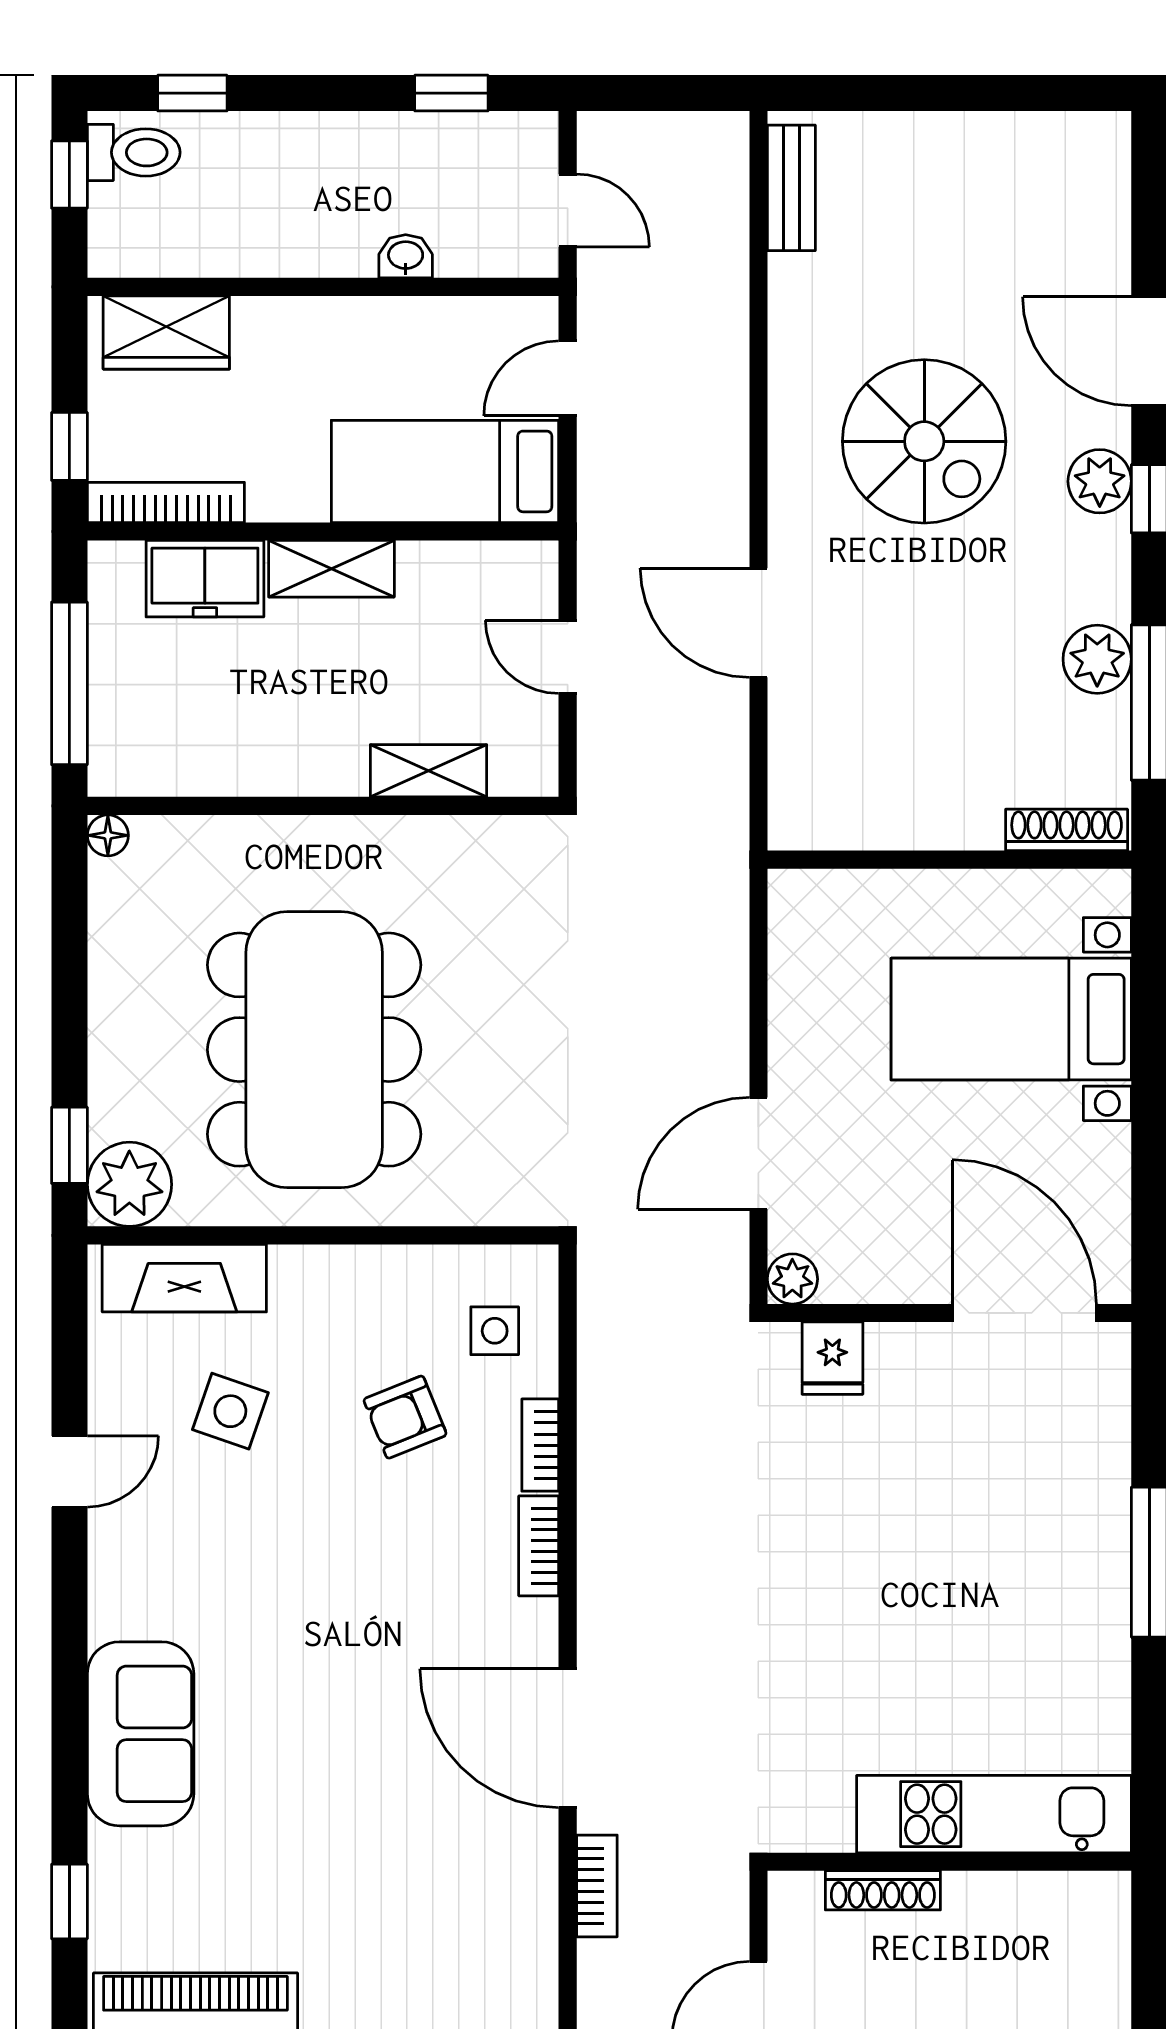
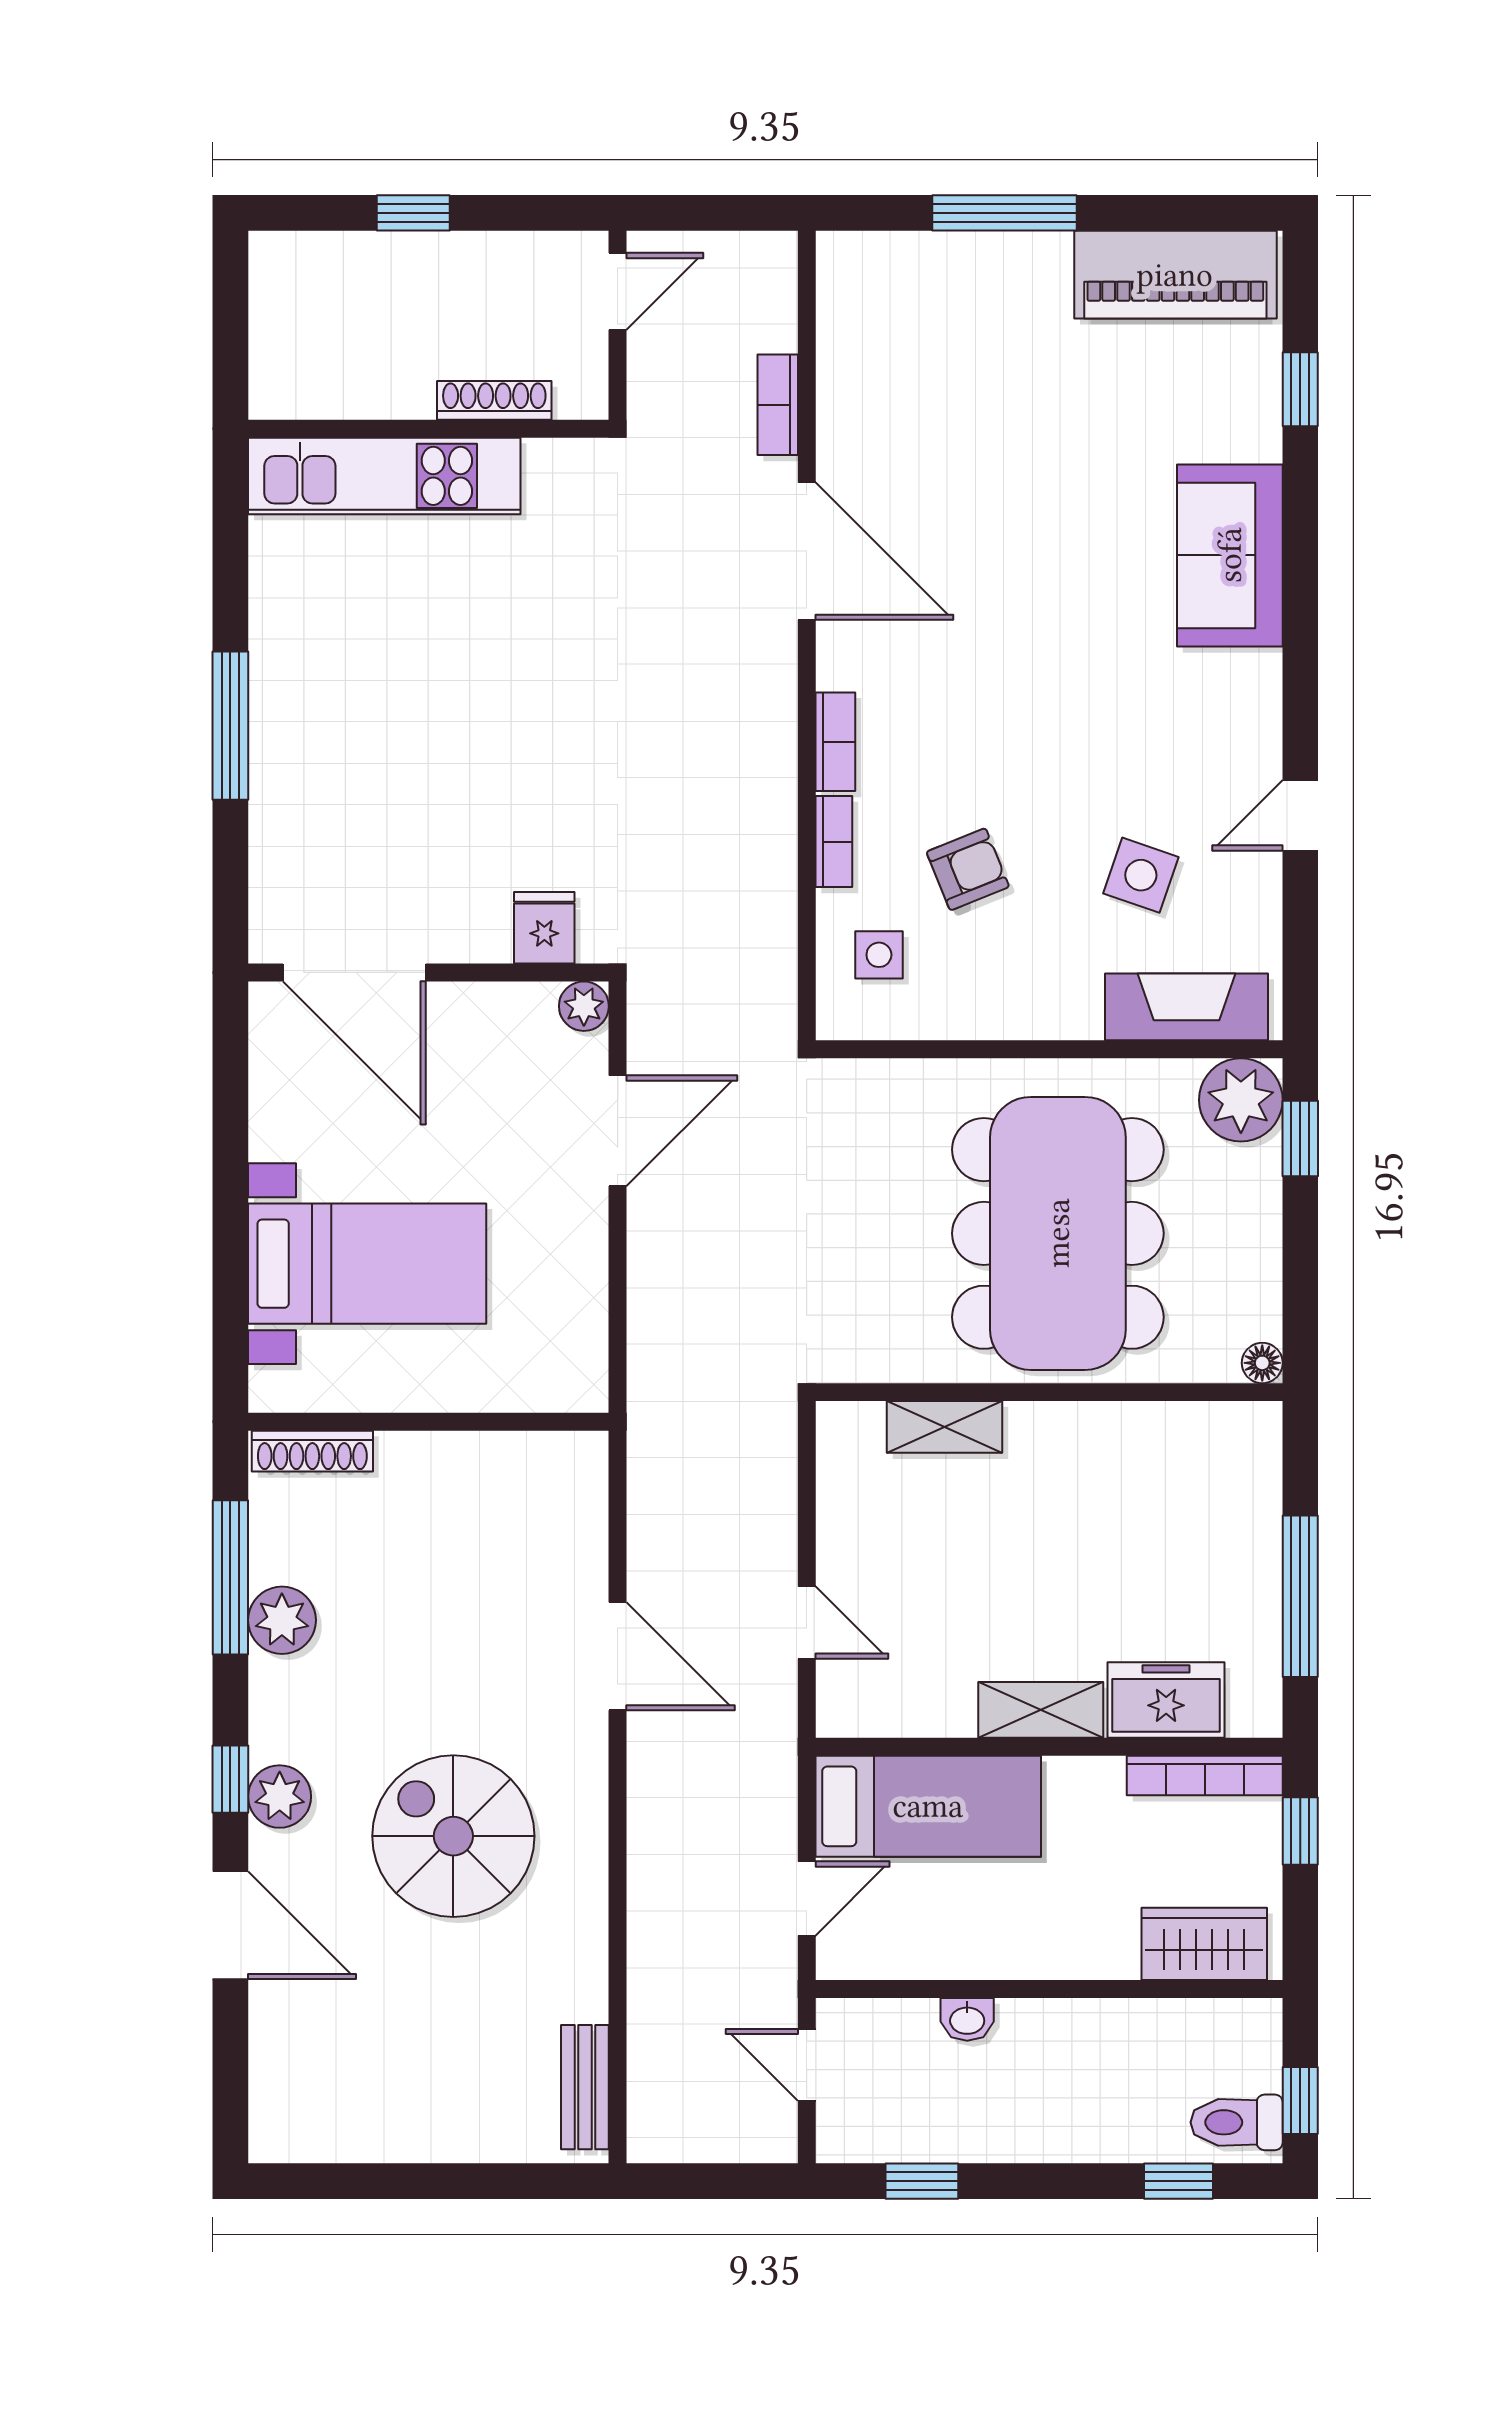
shelving: (428, 771) -> (945, 1427), moved
wall: (323, 806) -> (1049, 1392), moved
floor lamp: (108, 835) -> (1262, 1363), moved

